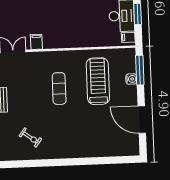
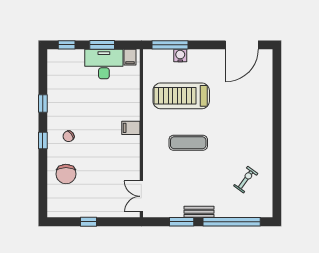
filing cabinet: (36, 42) -> (131, 128), moved
door: (142, 120) -> (242, 45), moved

